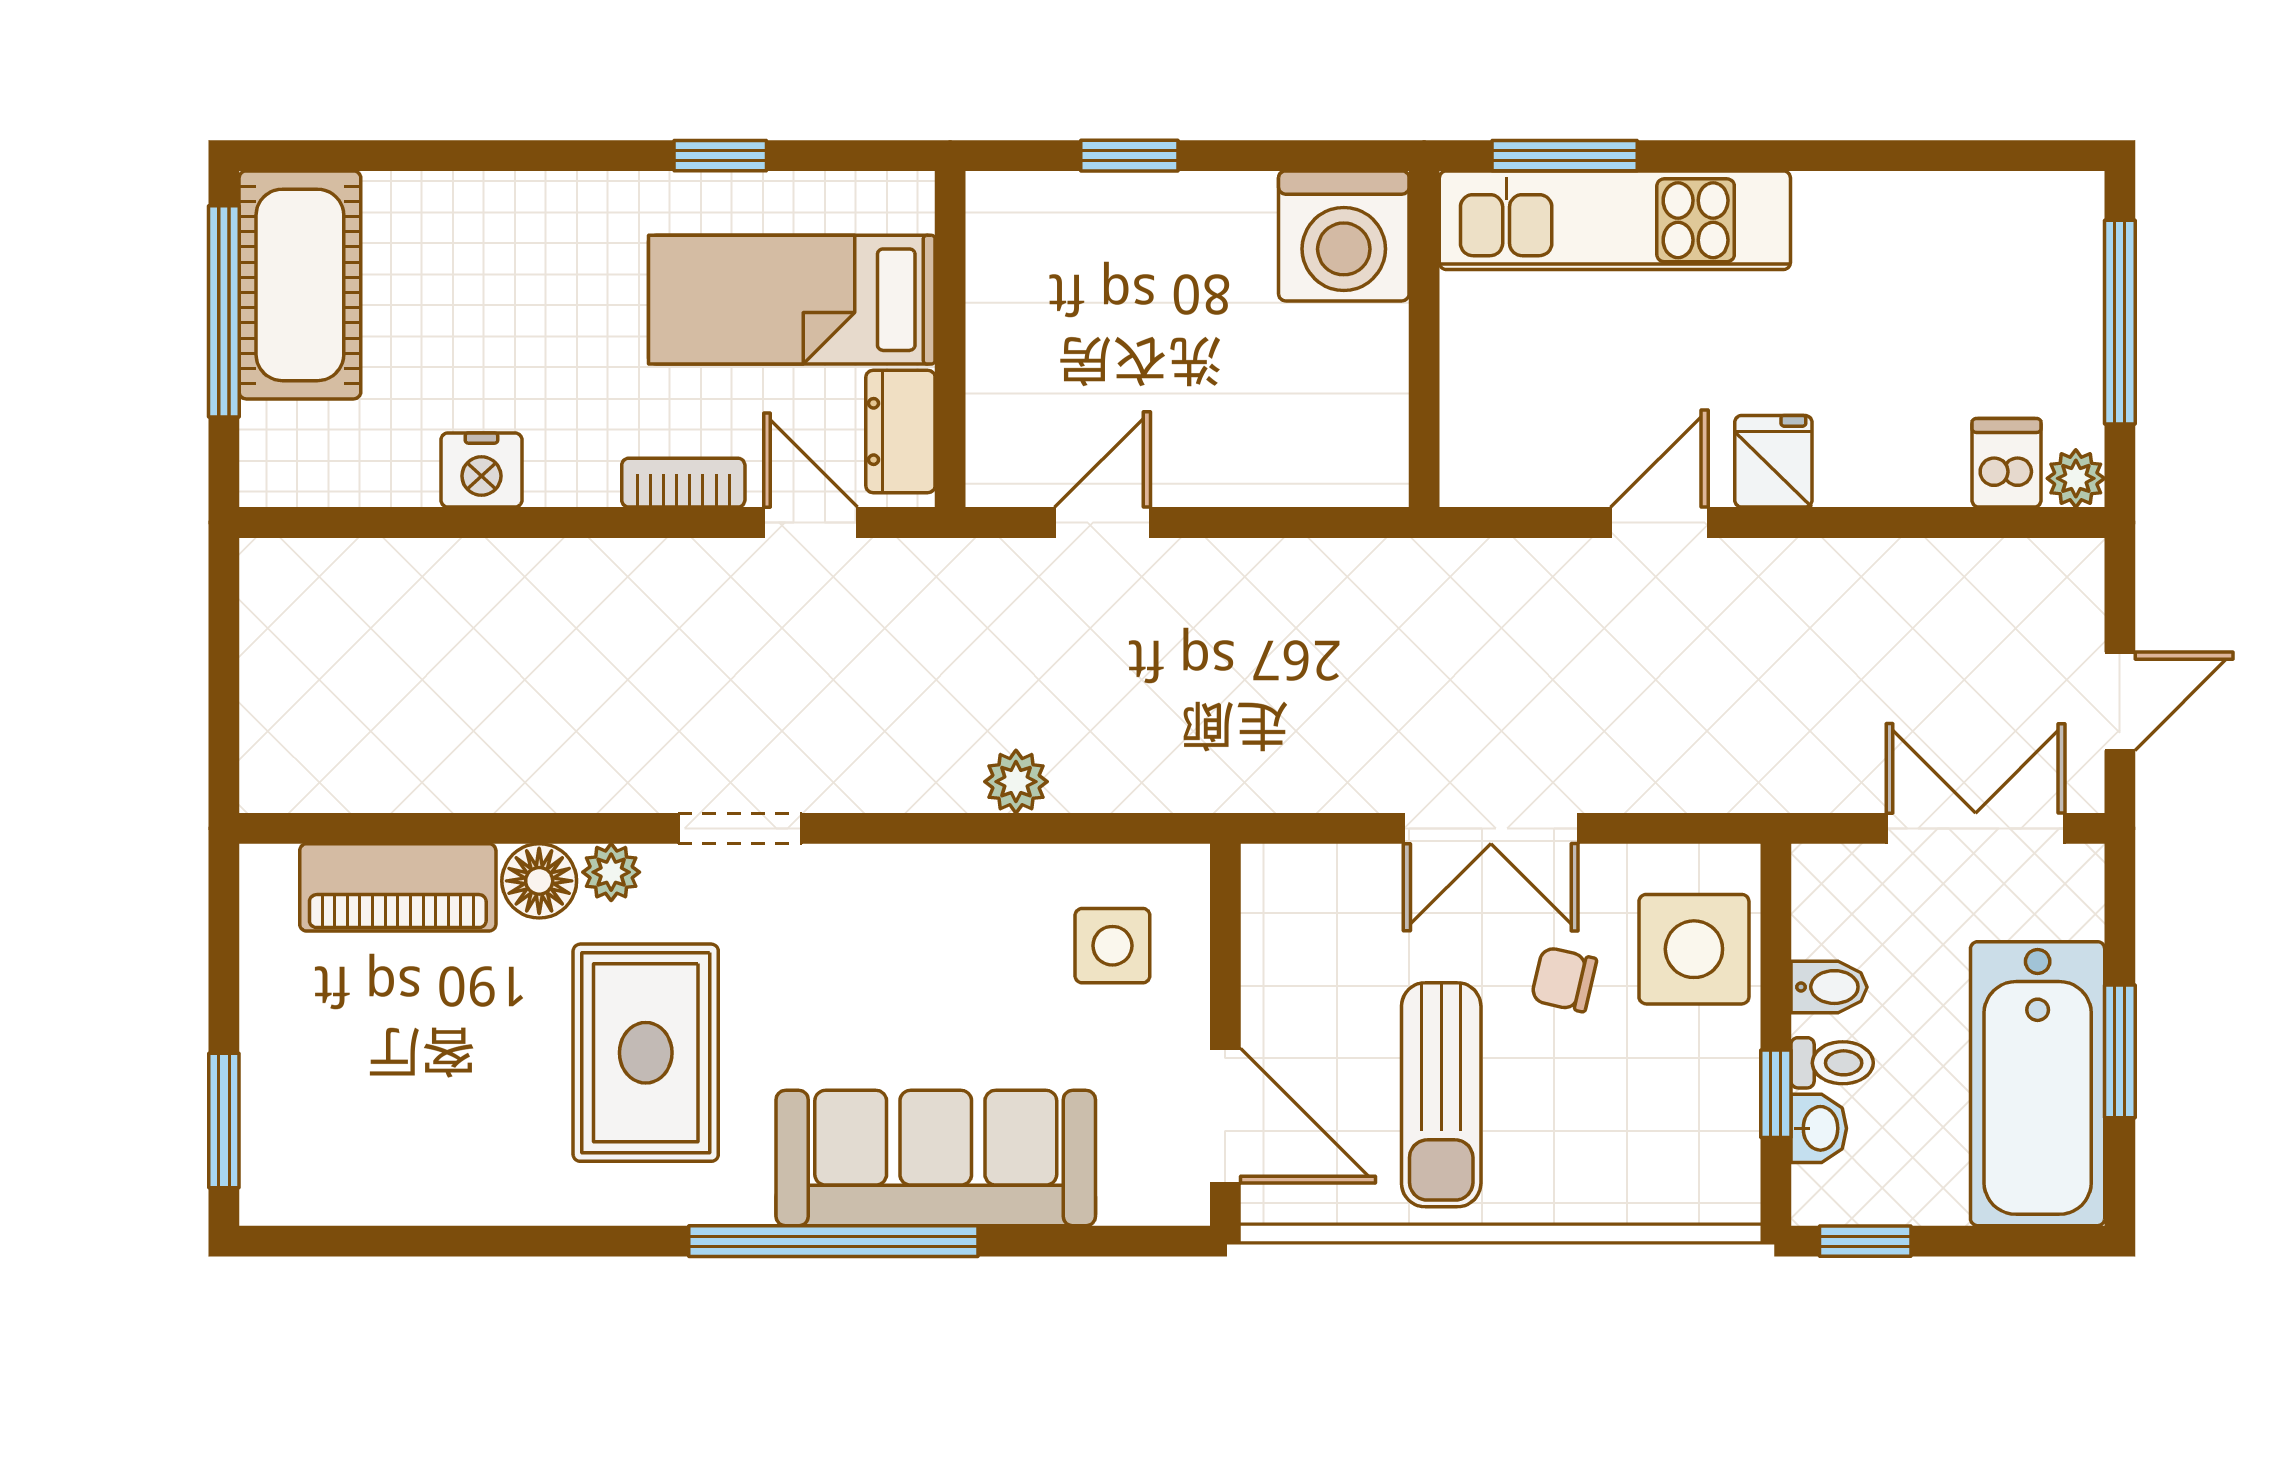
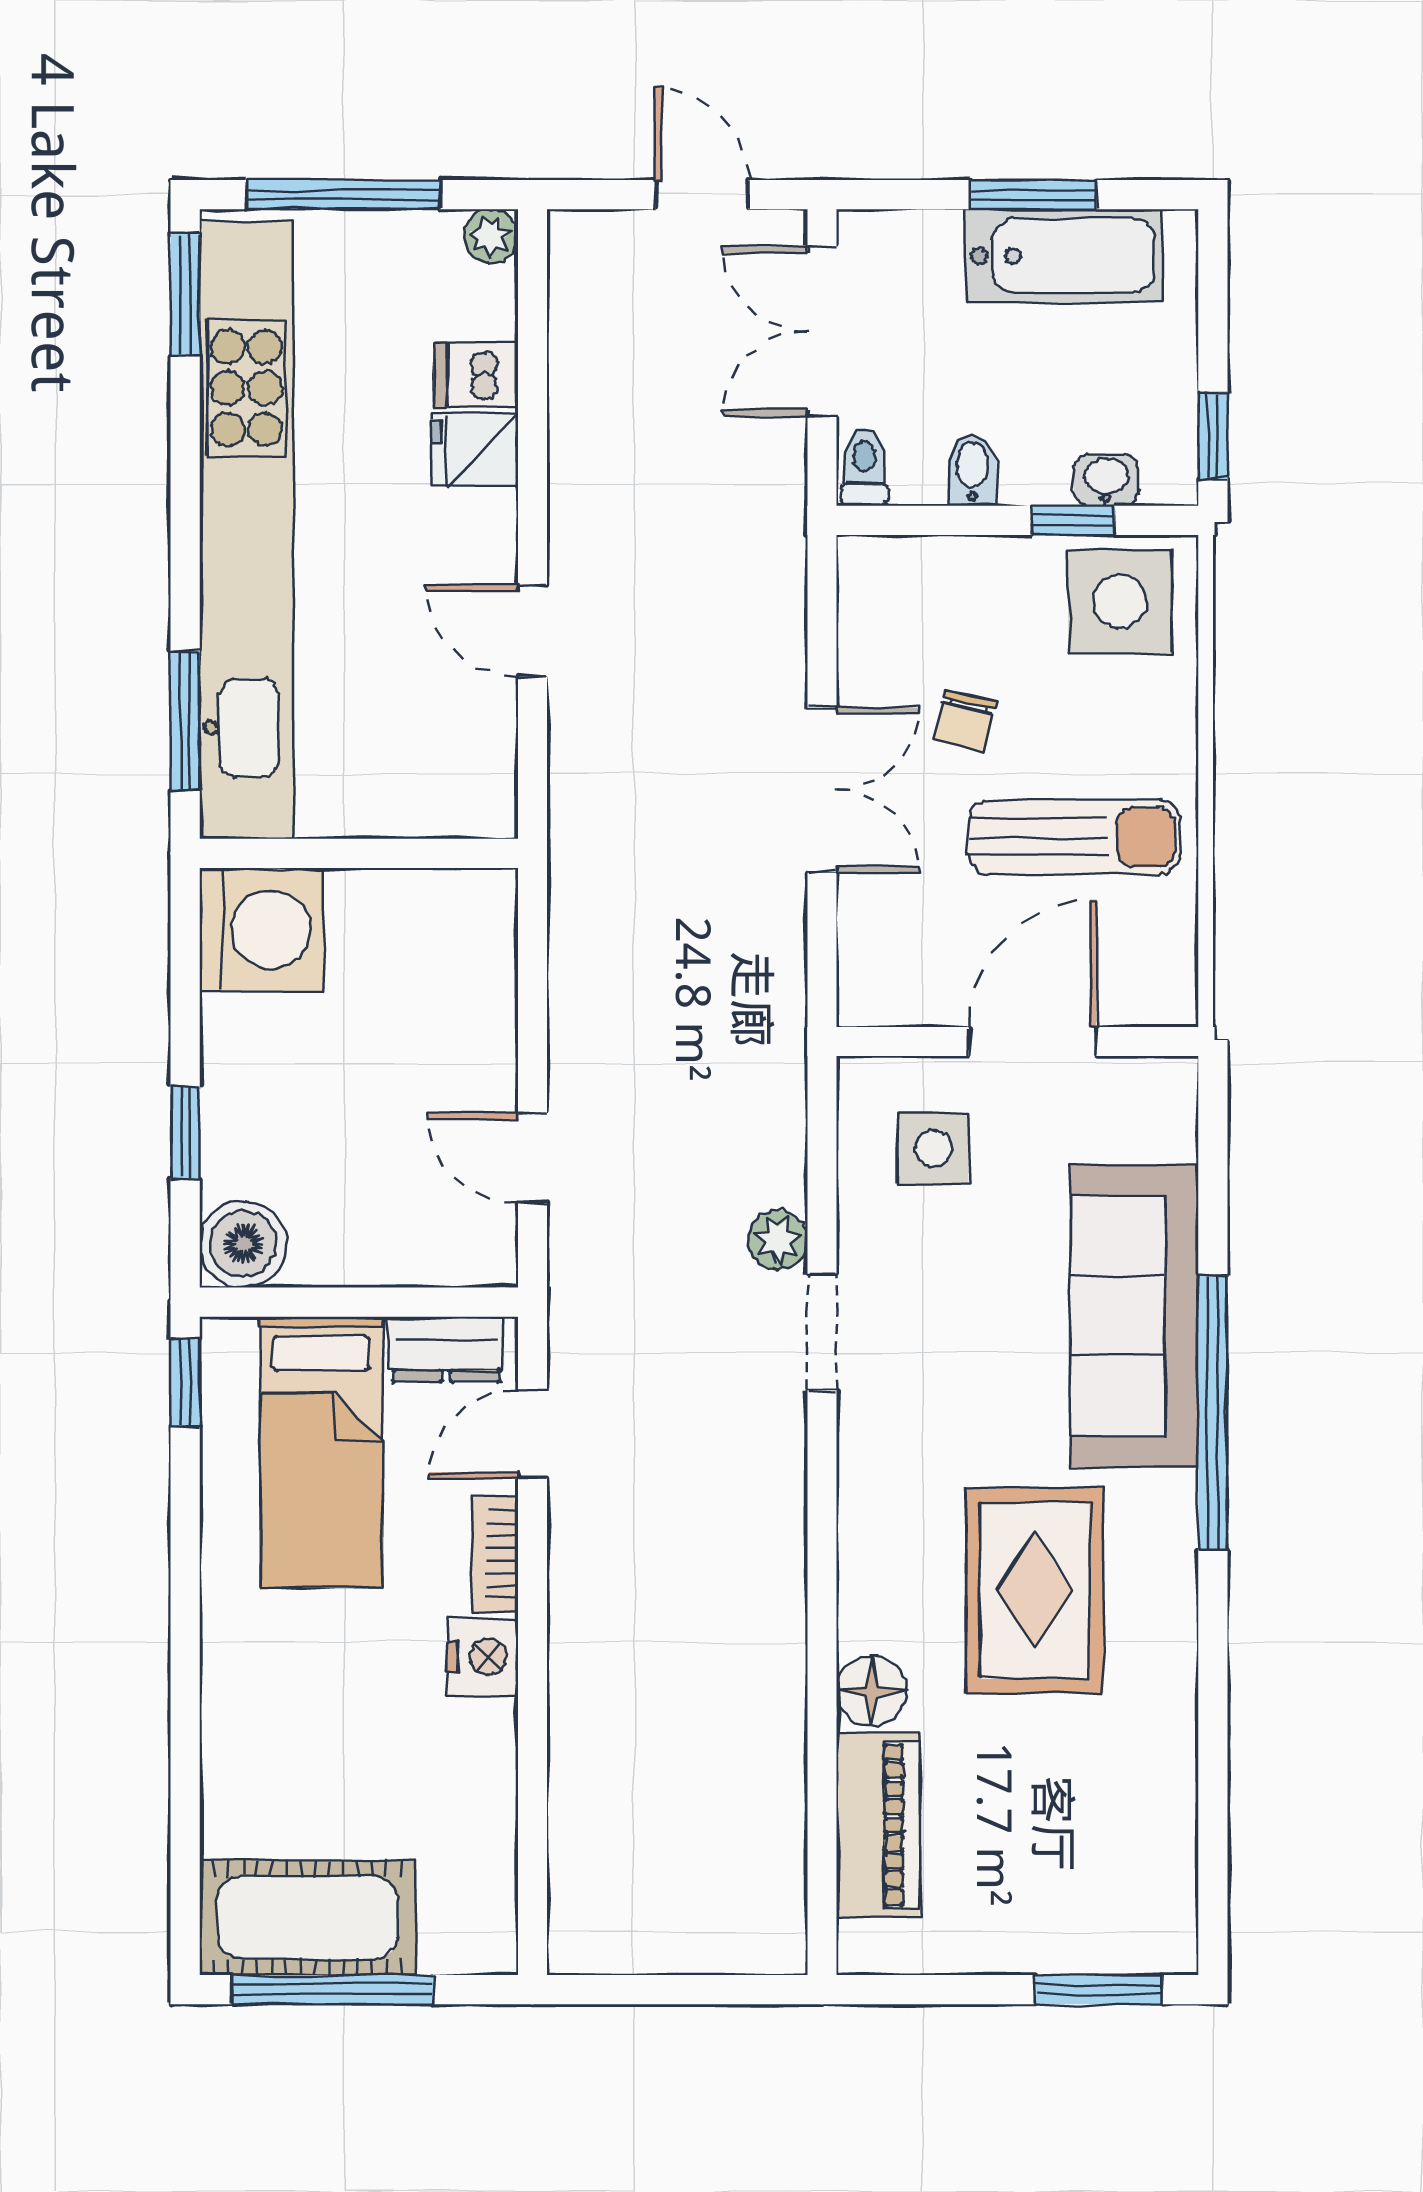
window: (720, 156) -> (185, 1383), moved
window: (2014, 156) -> (185, 295), added
boiler: (1011, 217) -> (243, 1244), added
kitchen unit: (1615, 220) -> (246, 530), width x1.86
fridge: (1773, 461) -> (474, 450), moved
dishwasher: (2006, 463) -> (476, 375), moved
nightstand: (481, 470) -> (483, 1657), moved
doorway: (740, 828) -> (822, 1332), moved
plant: (611, 872) -> (863, 1623), removed
side table: (1694, 949) -> (1120, 601), moved
rug: (646, 1053) -> (1034, 1590), turned 90
toilet: (1832, 1063) -> (864, 467), moved
bathtub: (2038, 1084) -> (1064, 256), width x0.73, depth x0.73
door: (1225, 1116) -> (1033, 1041), moved

